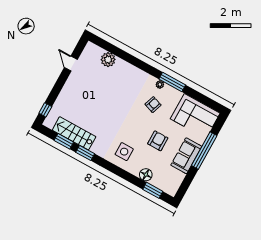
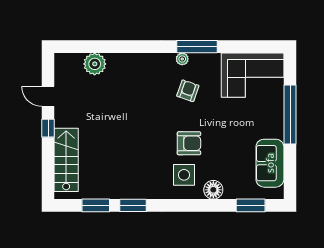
window: (45, 110) -> (48, 128), moved
stairs: (74, 133) -> (66, 160), moved, turned 90
armchair: (158, 141) -> (189, 143), moved, turned 90
sofa: (186, 156) -> (270, 163), moved
floor lamp: (146, 175) -> (213, 190), moved

